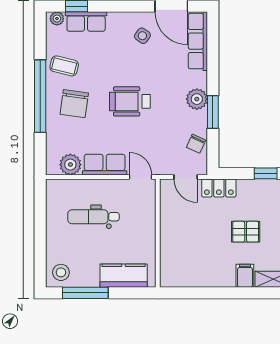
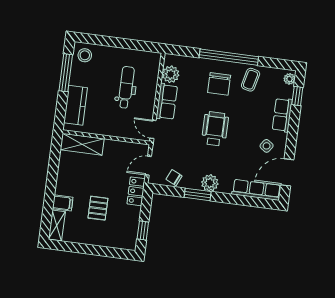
row of seats: (86, 21) -> (282, 115), moved
chair: (74, 104) -> (219, 84), turned -98
door: (140, 177) -> (153, 129), swing flipped
shelving: (170, 261) -> (82, 144), added

